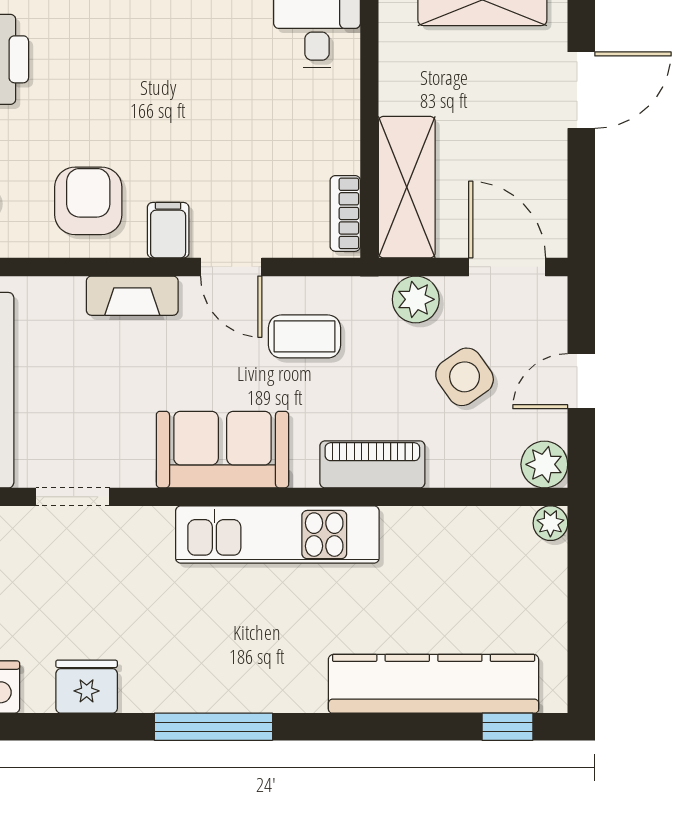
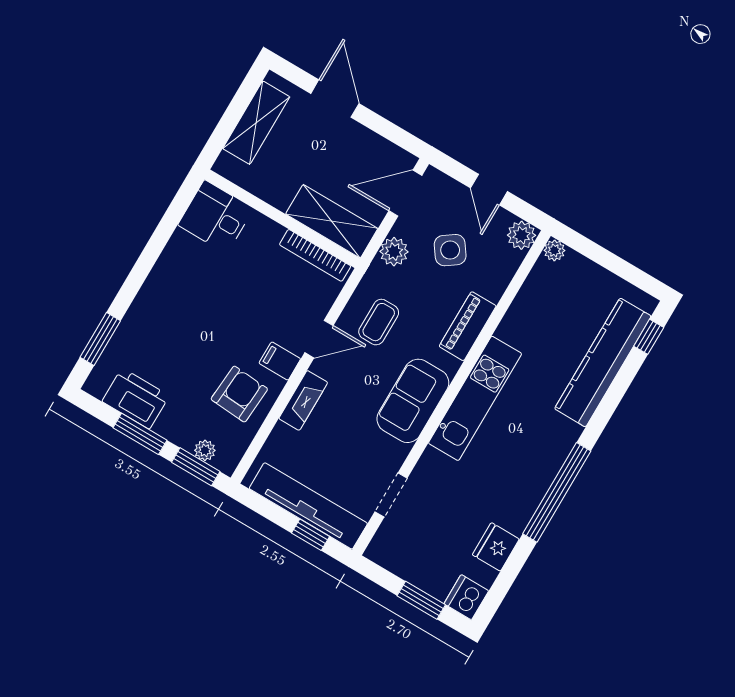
armchair: (88, 201) -> (239, 394), turned 94
bookcase: (345, 213) -> (315, 255), width x1.56
window: (213, 727) -> (557, 492), width x1.46

